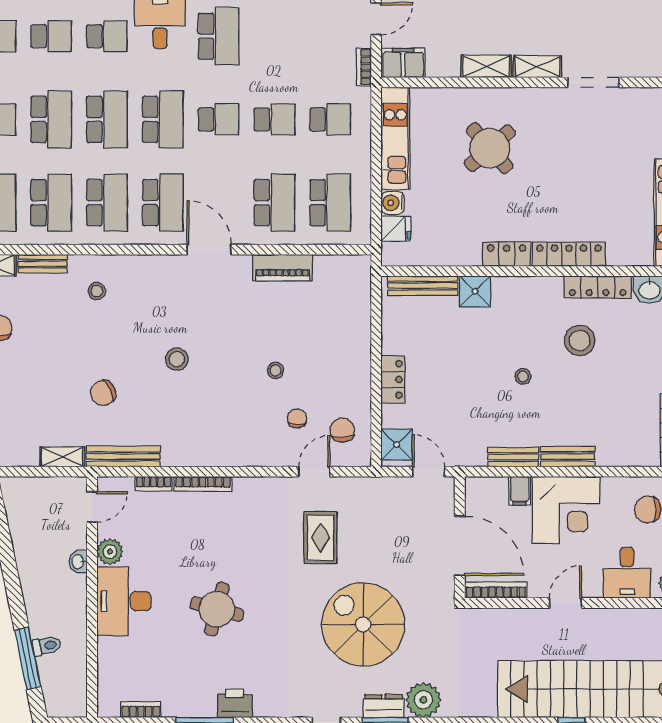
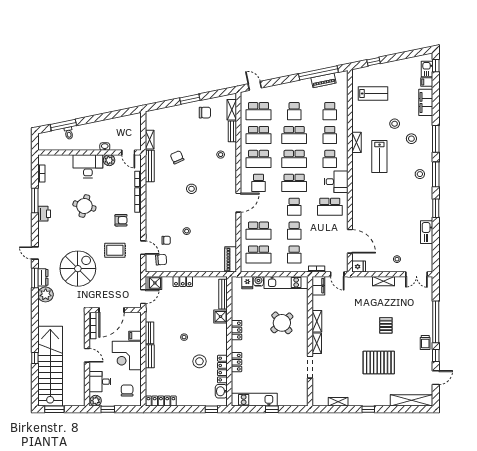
school desk: (163, 203) -> (259, 183), width x0.54
locker: (569, 254) -> (236, 362), width x0.66
piano: (283, 268) -> (231, 259), moved
armchair: (250, 524) -> (121, 220), added

